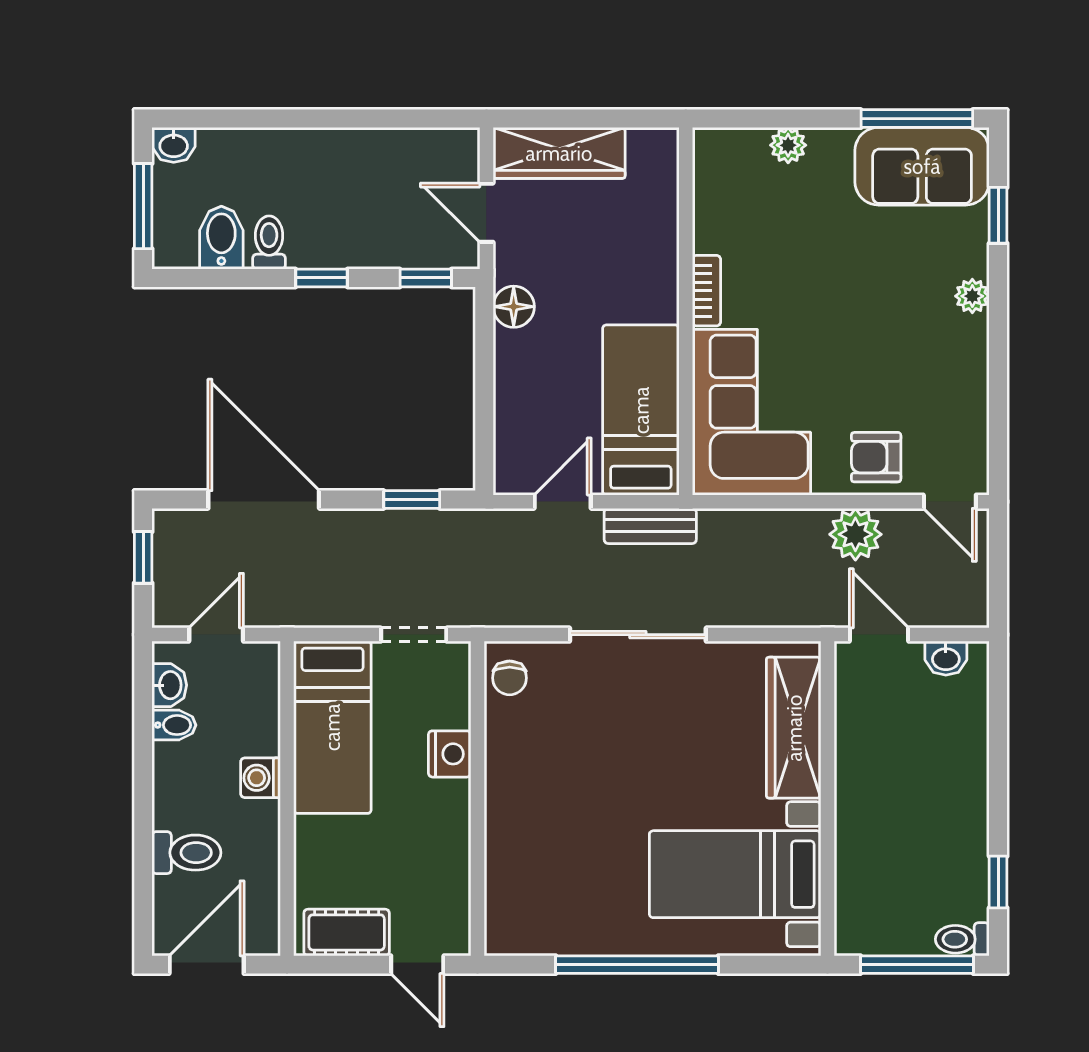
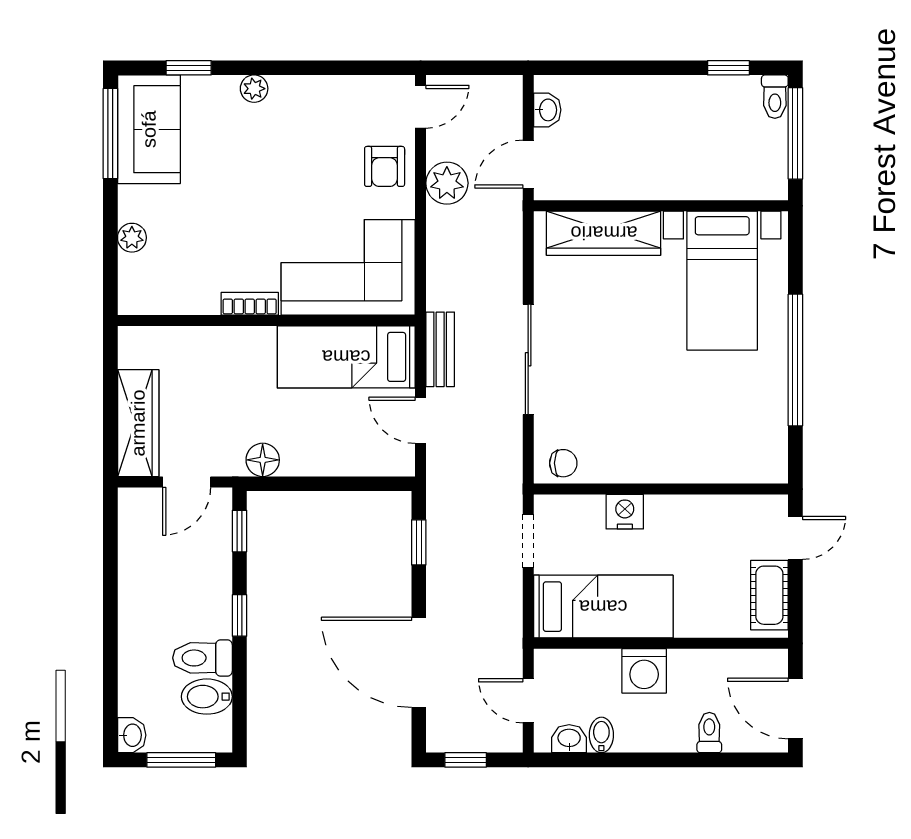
toilet: (269, 243) -> (202, 658), width x1.37, depth x1.39
door: (264, 499) -> (419, 662), hinge flipped
washing machine: (261, 778) -> (644, 671), width x1.38, depth x1.38
toilet: (186, 853) -> (709, 733), width x0.73, depth x0.72

